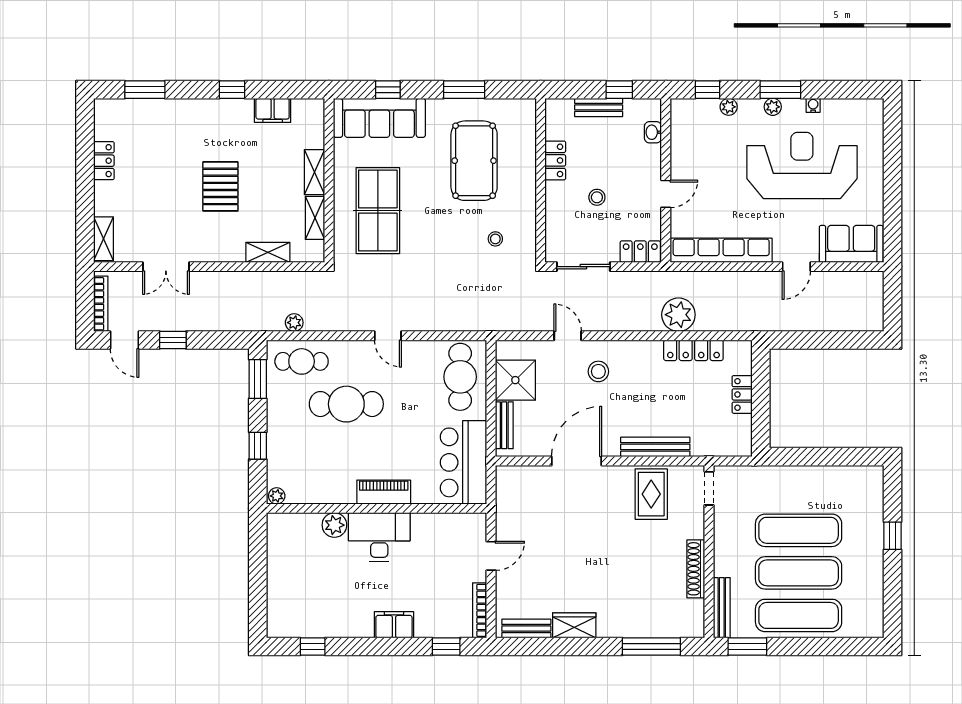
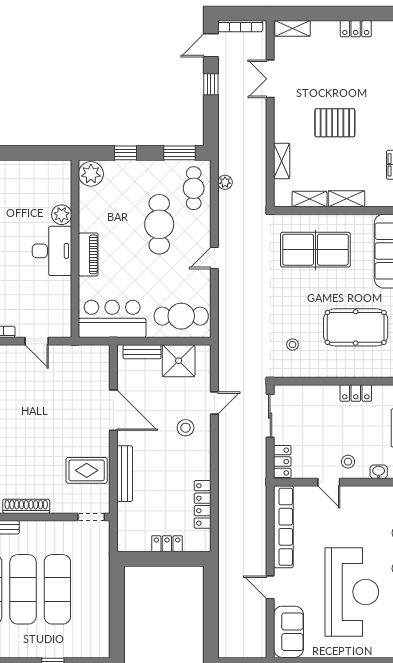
stool: (597, 197) -> (348, 462), moved
plant: (678, 315) -> (231, 492), removed
plant: (277, 496) -> (91, 174), width x1.87, depth x1.87

